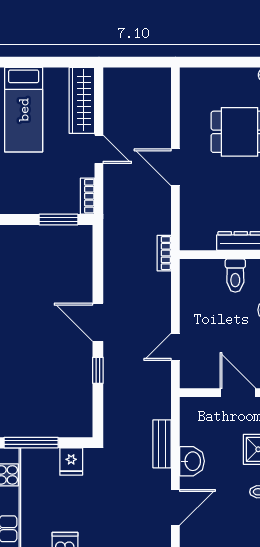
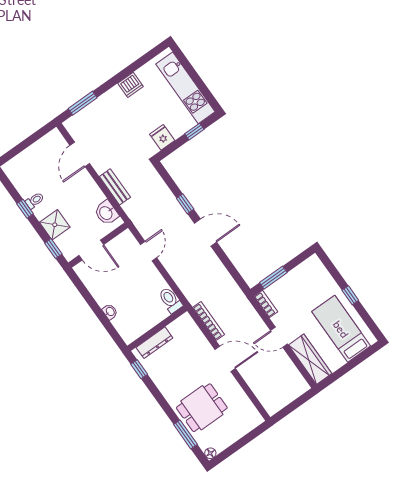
bookcase: (164, 253) -> (208, 321), moved, width x1.56
toilet: (235, 275) -> (170, 300), moved
window: (31, 443) -> (194, 132), width x0.46
washbasin: (192, 461) -> (106, 213), moved

